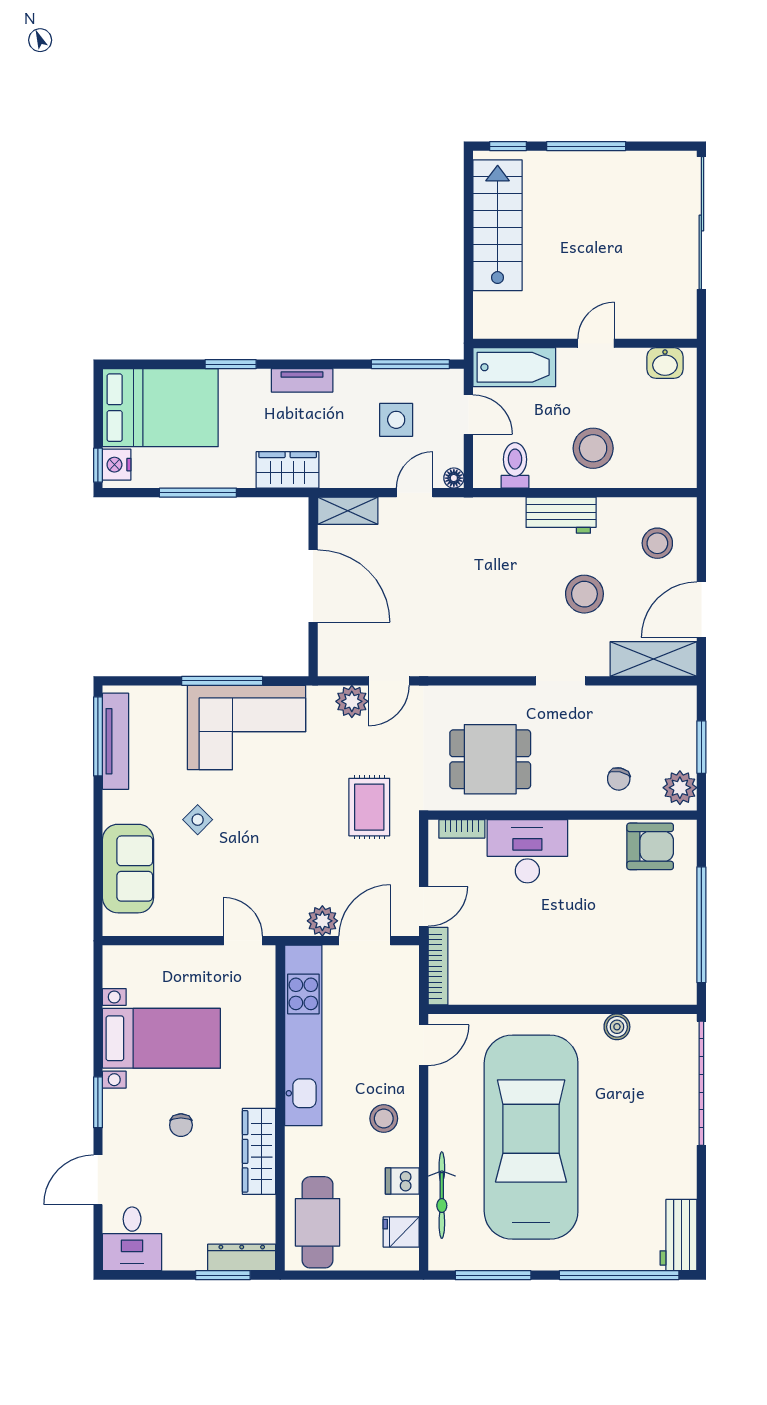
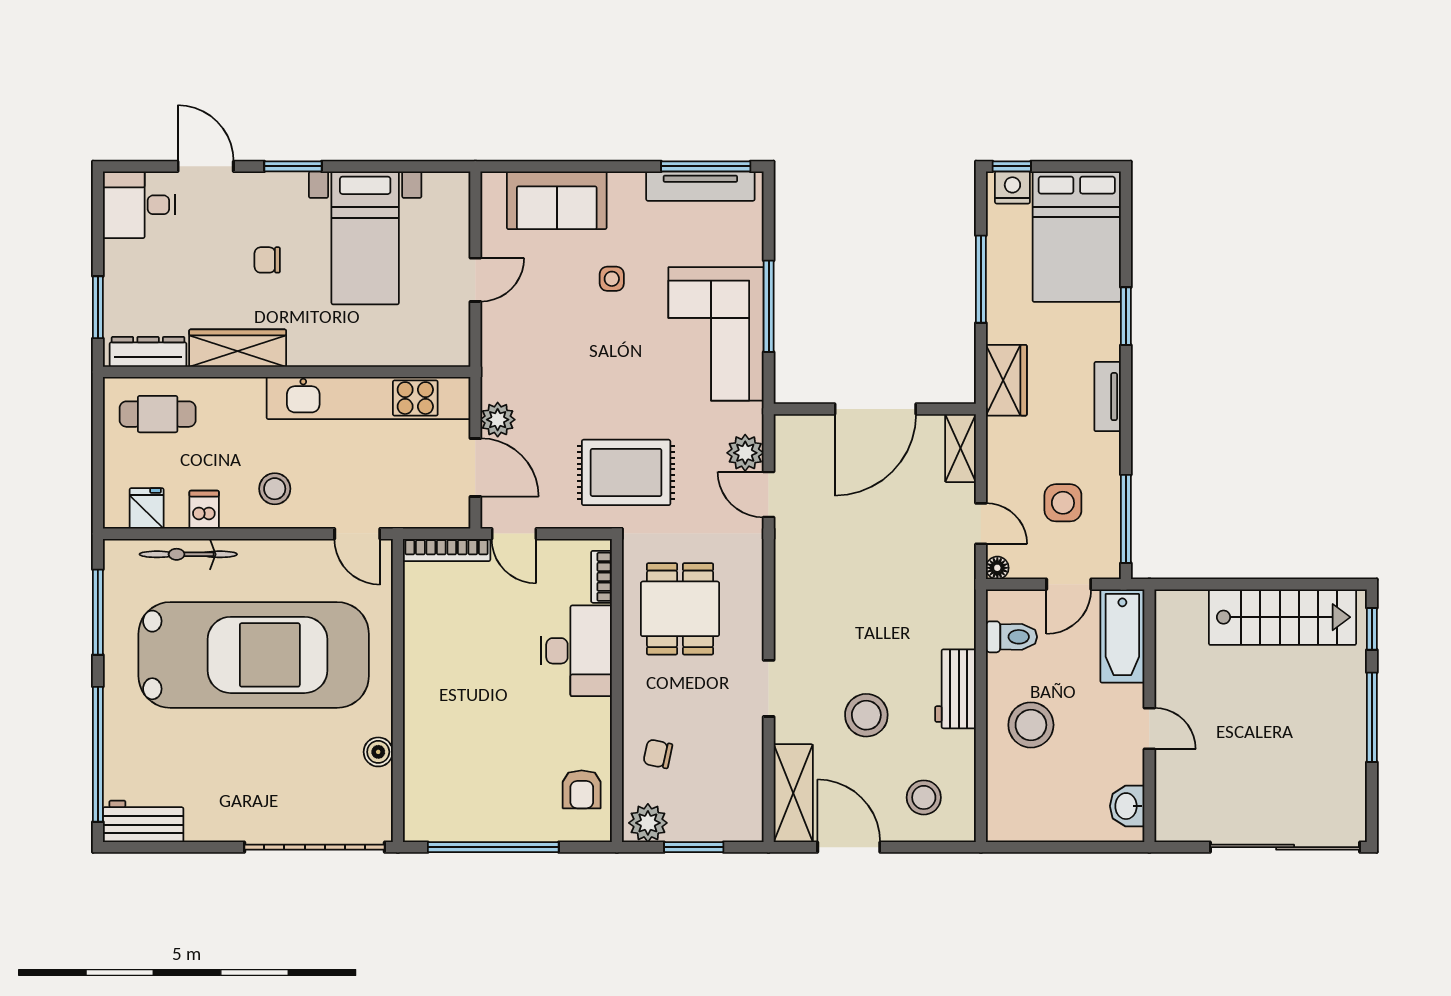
rug: (369, 807) -> (626, 472), width x1.36, depth x1.43
side table: (198, 820) -> (612, 279), turned 45
armchair: (650, 846) -> (582, 789), width x0.72, depth x0.72
door: (243, 941) -> (475, 280), moved
cafe table: (318, 1222) -> (158, 414), width x0.73, depth x0.74
dresser: (242, 1257) -> (148, 352), moved, turned -90

